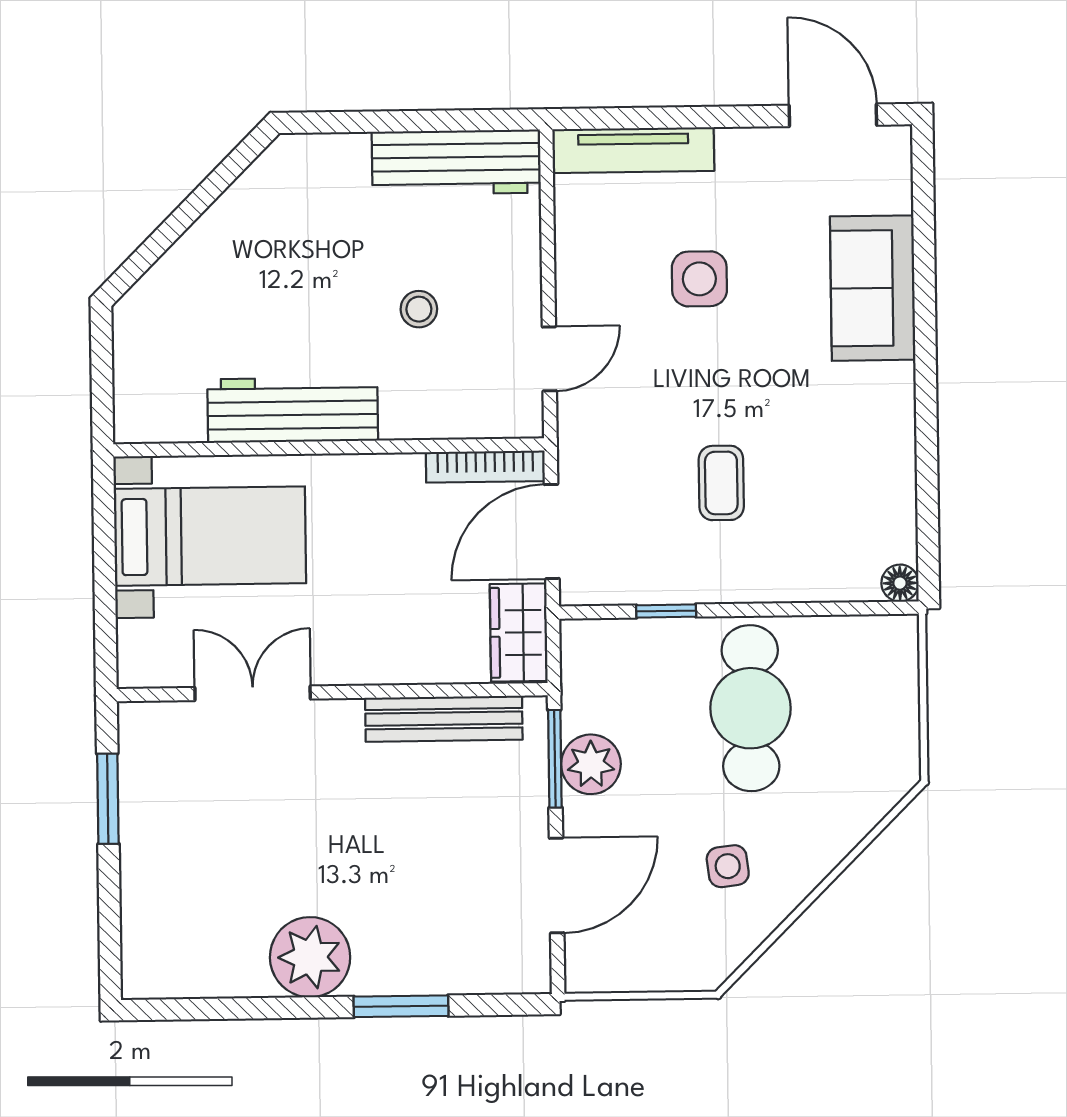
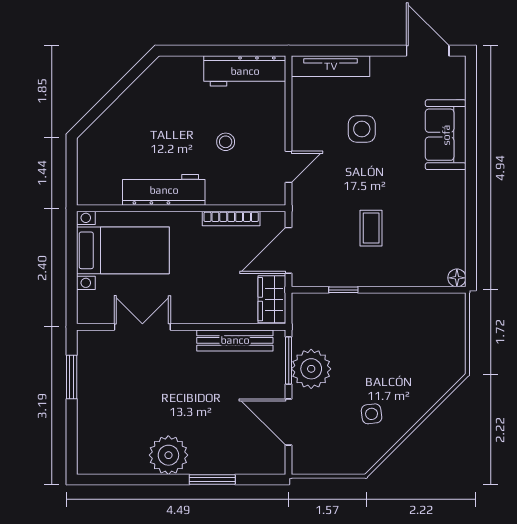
bookcase: (485, 467) -> (231, 219), moved
cafe table: (751, 708) -> (384, 337), removed
plant: (591, 764) -> (311, 369), width x1.36, depth x1.36
door: (557, 885) -> (289, 422), swing flipped

